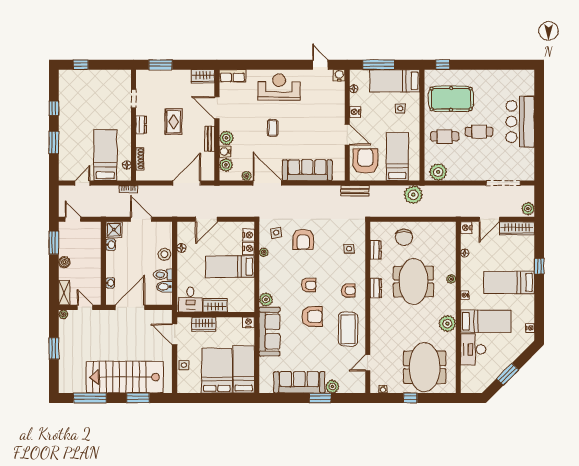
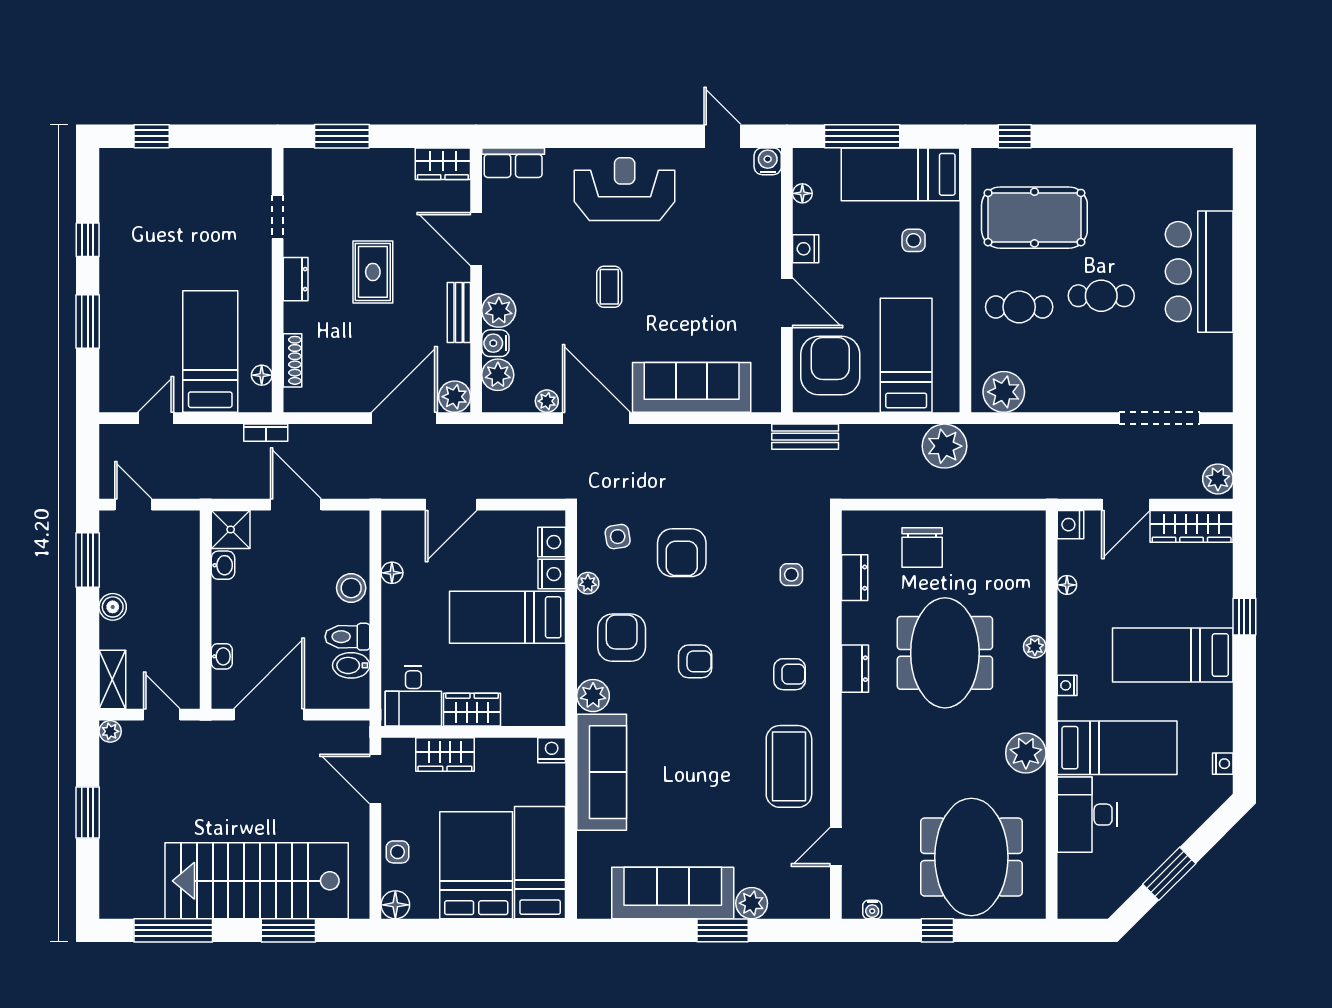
plant: (208, 174) -> (455, 397), added
armchair: (312, 317) -> (622, 638), moved, turned -90
floor lamp: (183, 387) -> (395, 905), added

